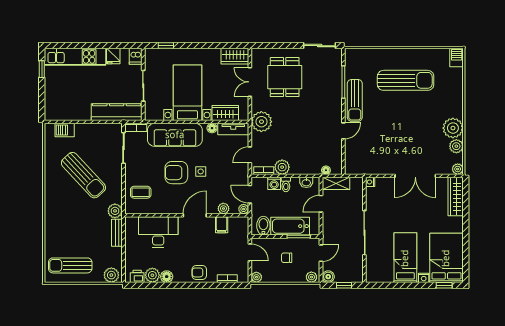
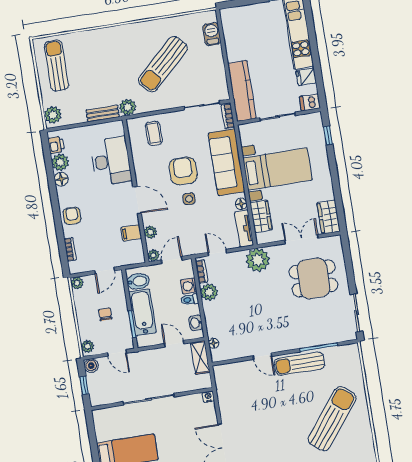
sun lounger: (406, 80) -> (332, 419), turned -142

